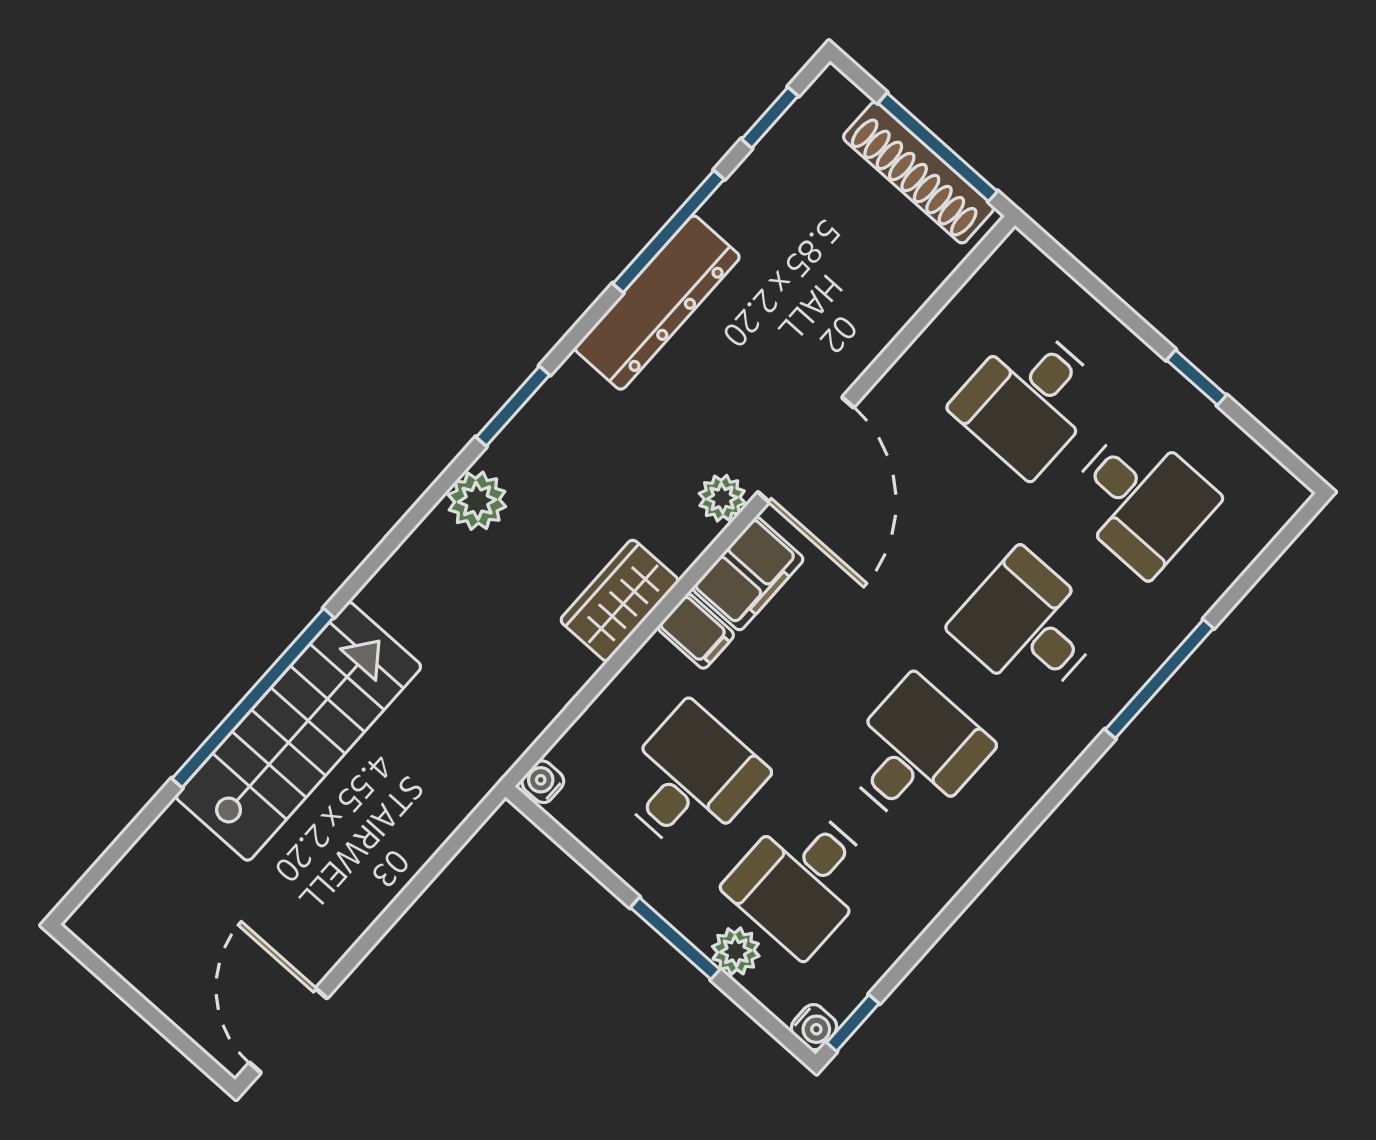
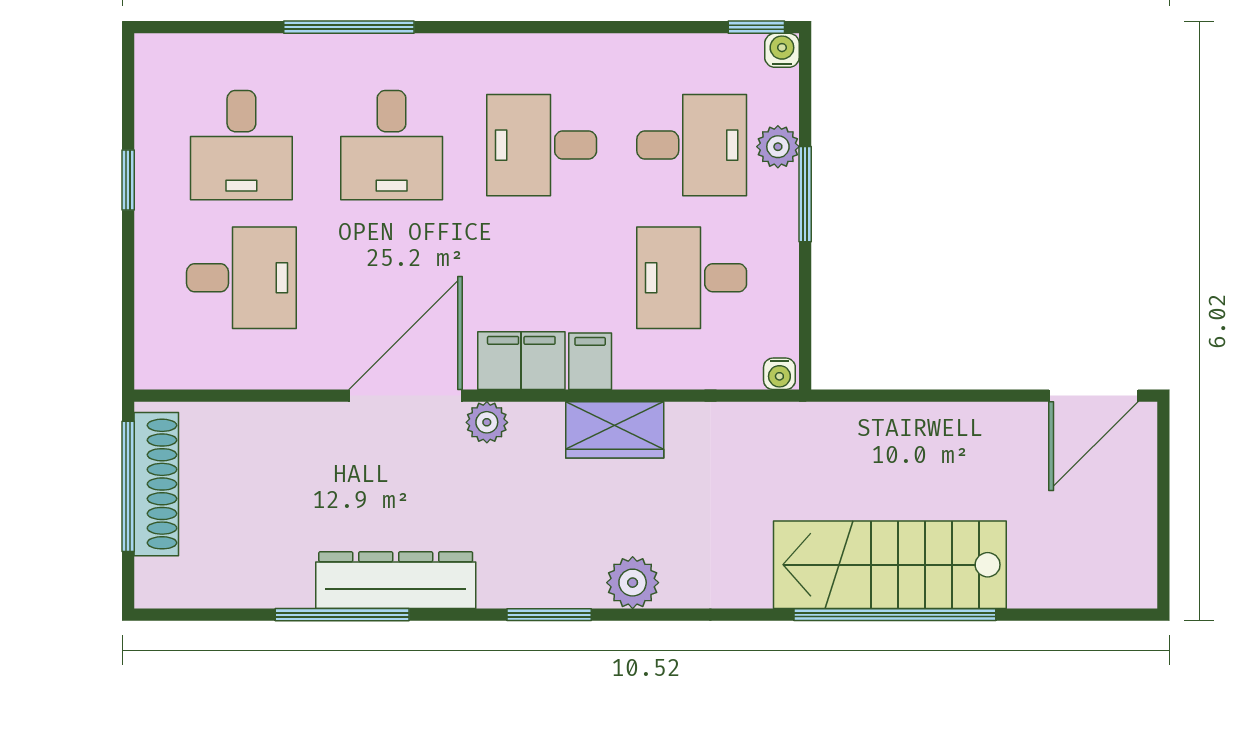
window: (770, 118) -> (207, 615), removed
desk: (1141, 500) -> (241, 145), turned 180

